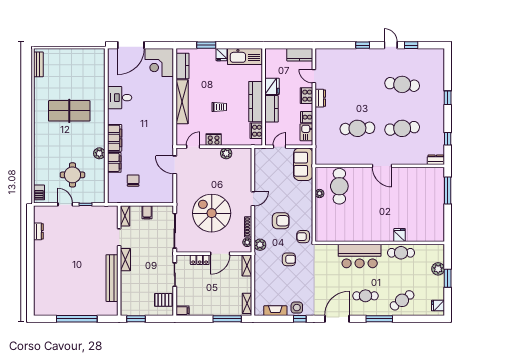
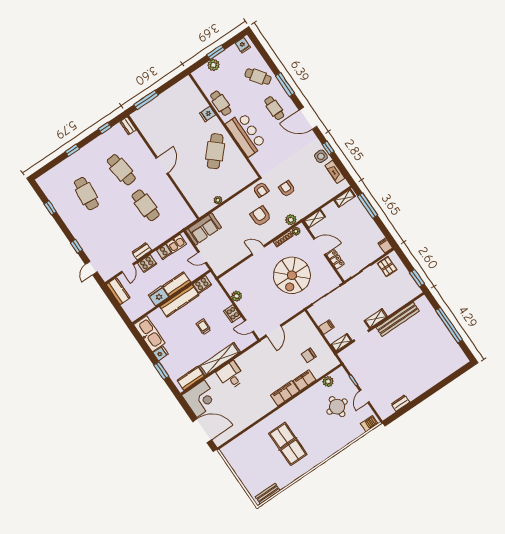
door: (391, 45) -> (91, 268), moved
desk: (120, 98) -> (231, 375), moved, turned 180
plant: (99, 153) -> (328, 382), moved
cafe table: (339, 186) -> (215, 151), moved, turned -48

